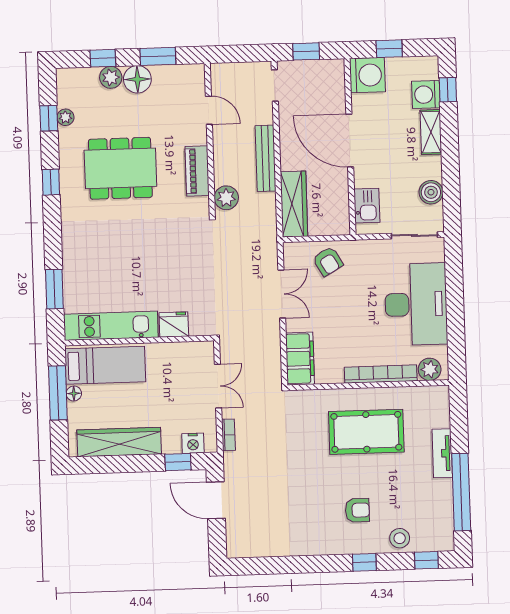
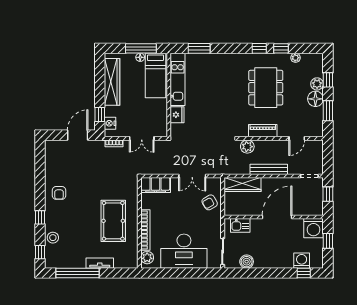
window: (49, 118) -> (281, 48), moved
shelving: (431, 132) -> (280, 263), removed
armchair: (357, 510) -> (59, 193), moved

